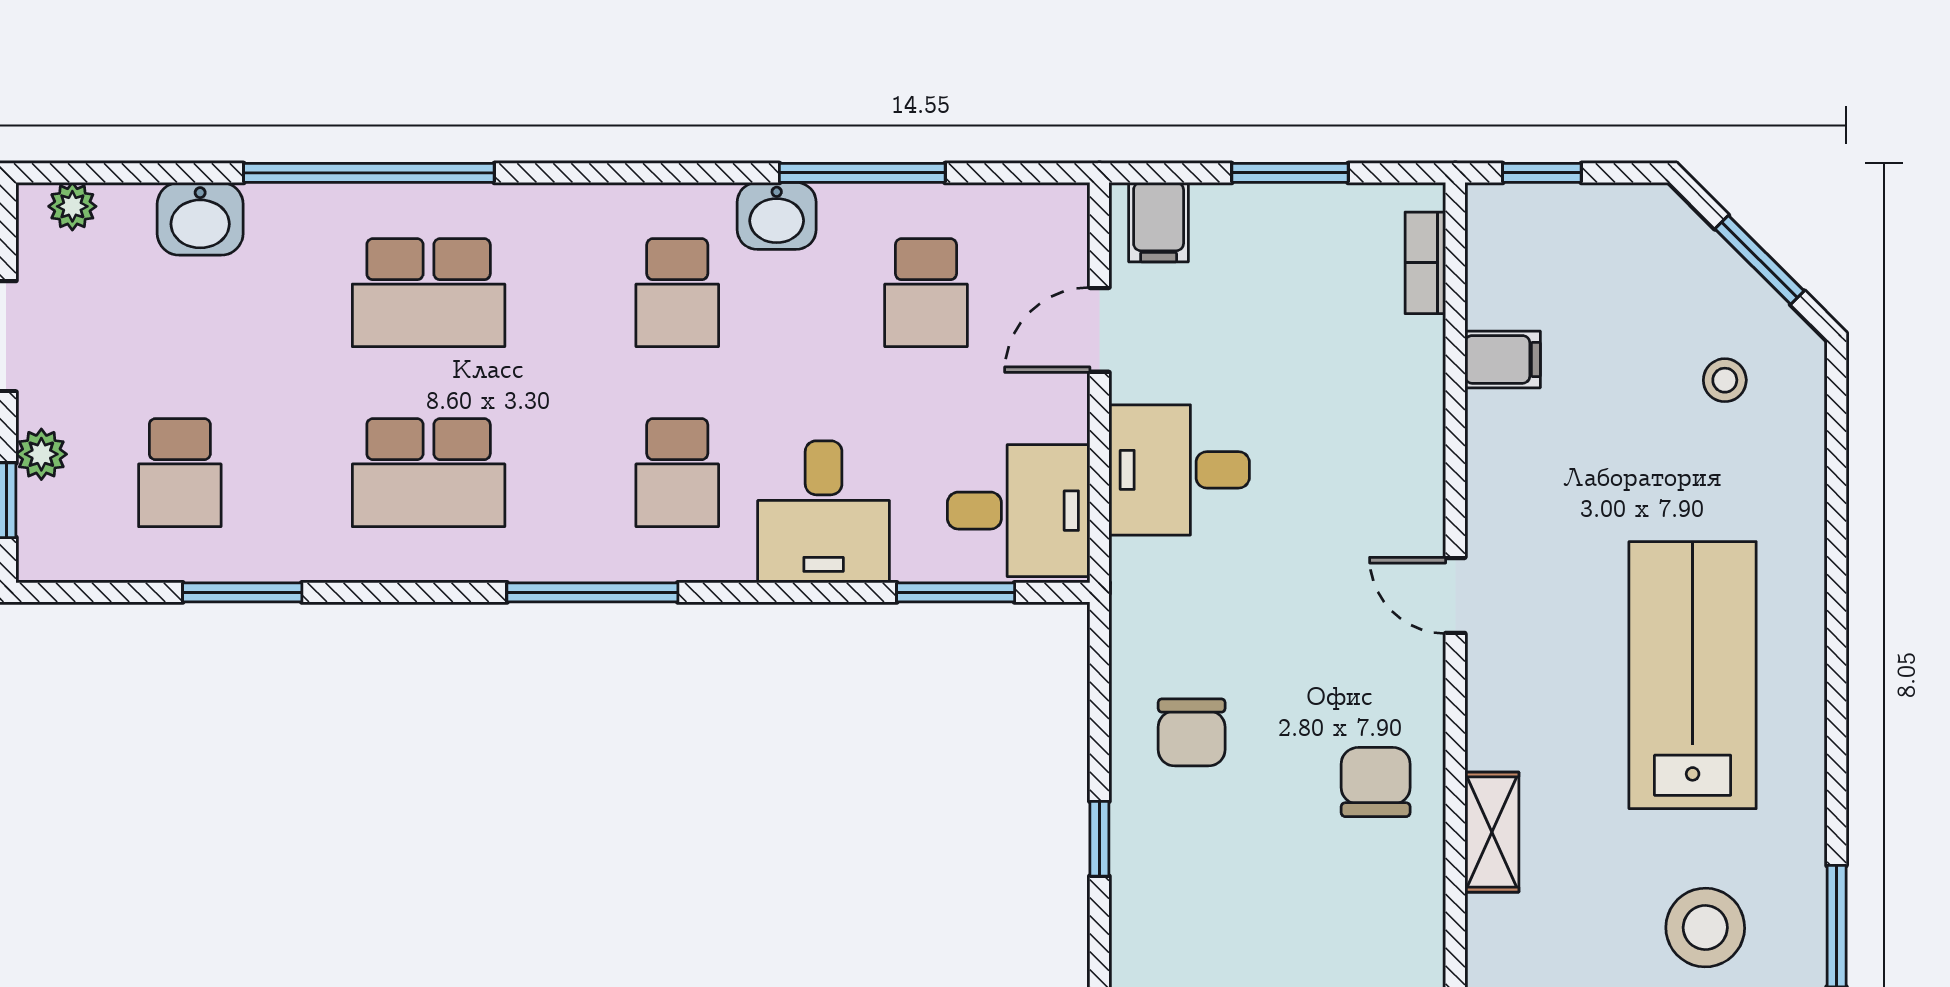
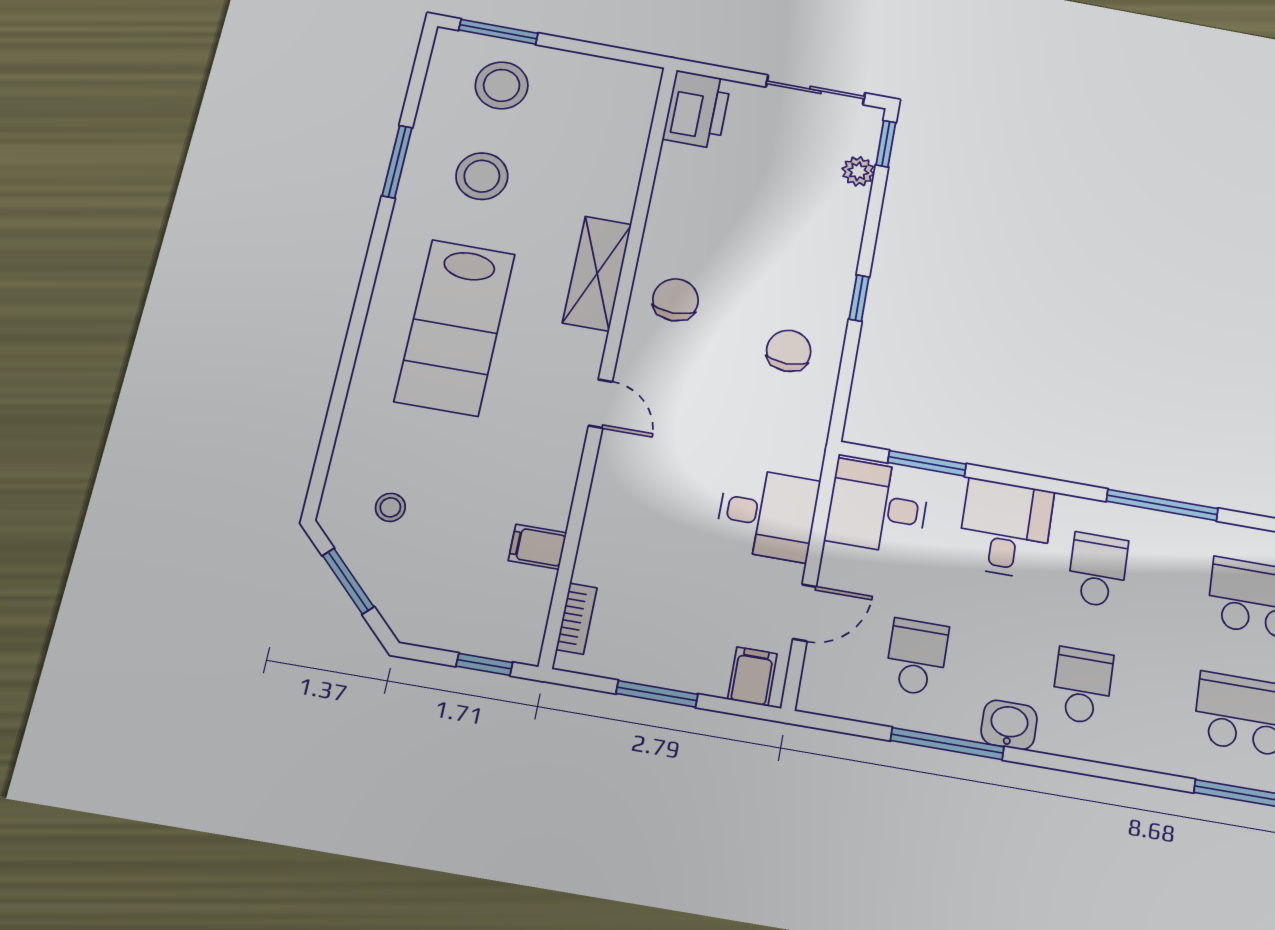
chair: (1376, 782) -> (676, 300), turned 180
shelving: (1492, 832) -> (597, 273), width x1.50, depth x1.33

